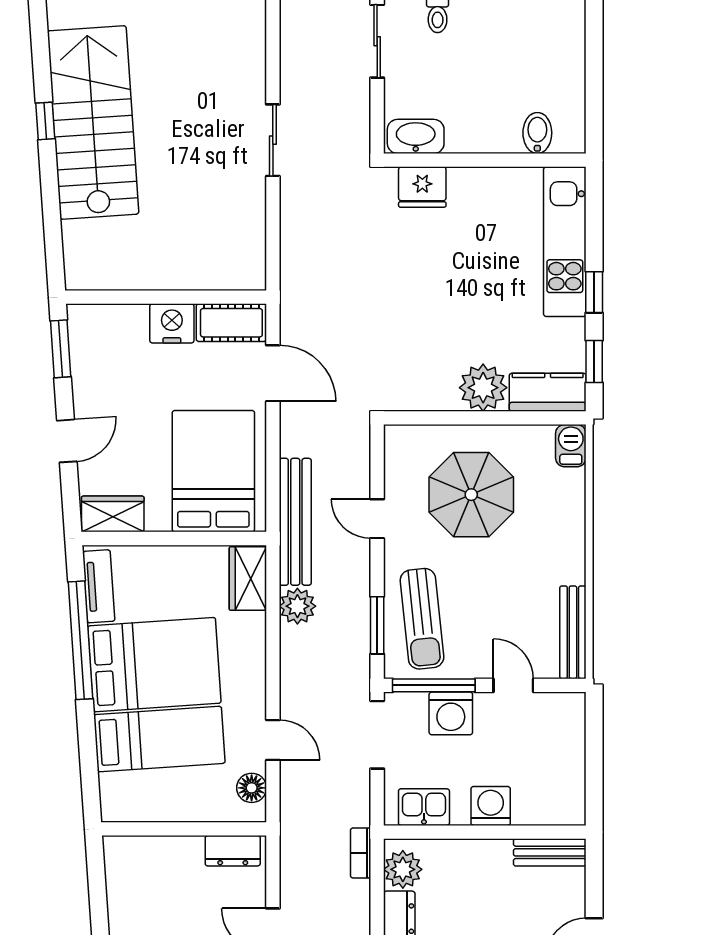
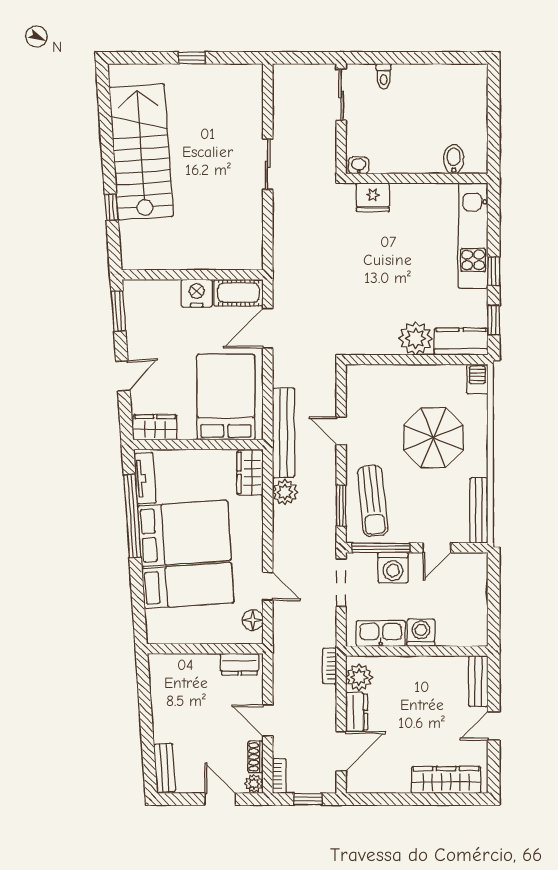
window: (45, 121) -> (111, 207), moved
washbasin: (416, 136) -> (359, 165), width x0.52, depth x0.69
door: (273, 373) -> (268, 328), swing flipped
parasol: (471, 495) -> (433, 438), moved
door: (513, 685) -> (437, 548), swing flipped
kitchen sink: (424, 807) -> (381, 633), width x1.38
bench: (550, 852) -> (478, 681), moved, turned 90

